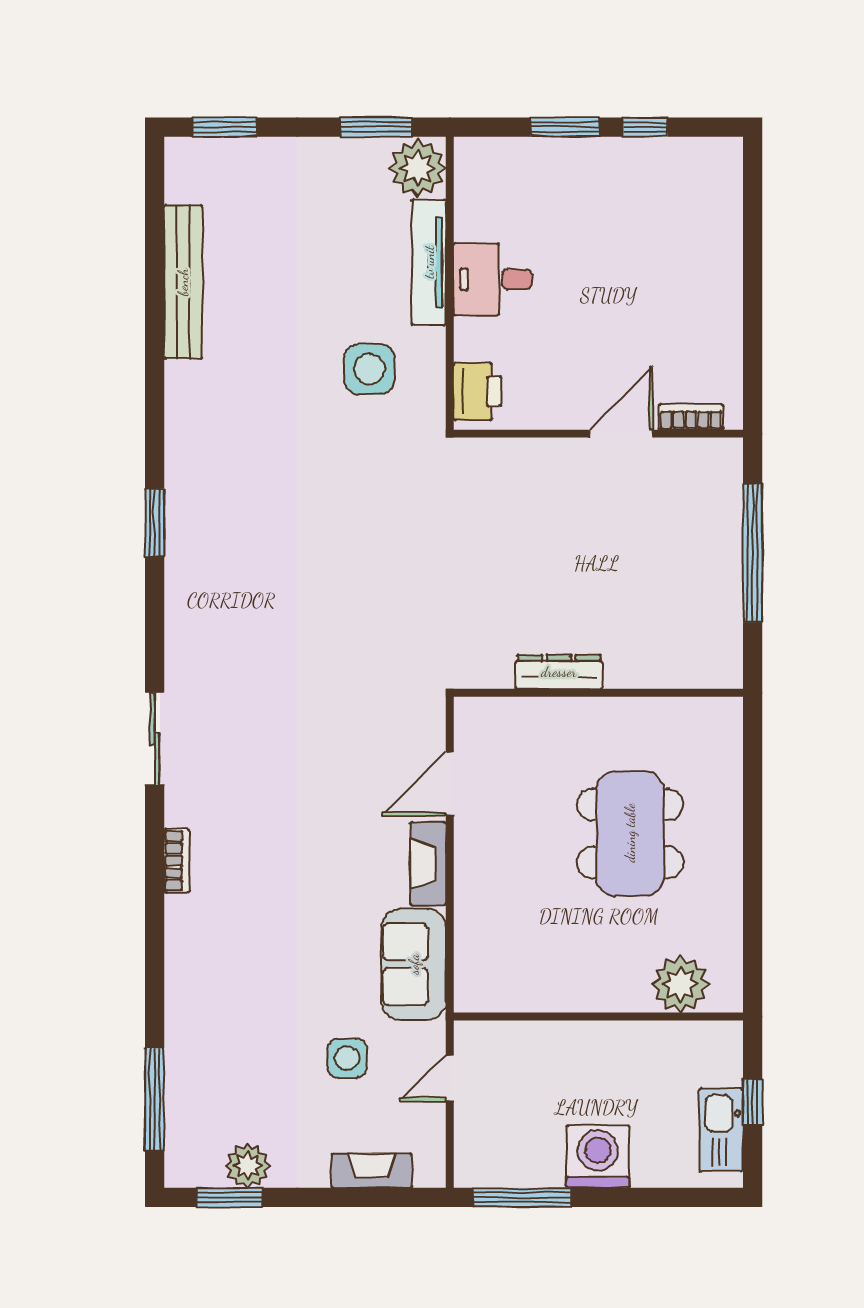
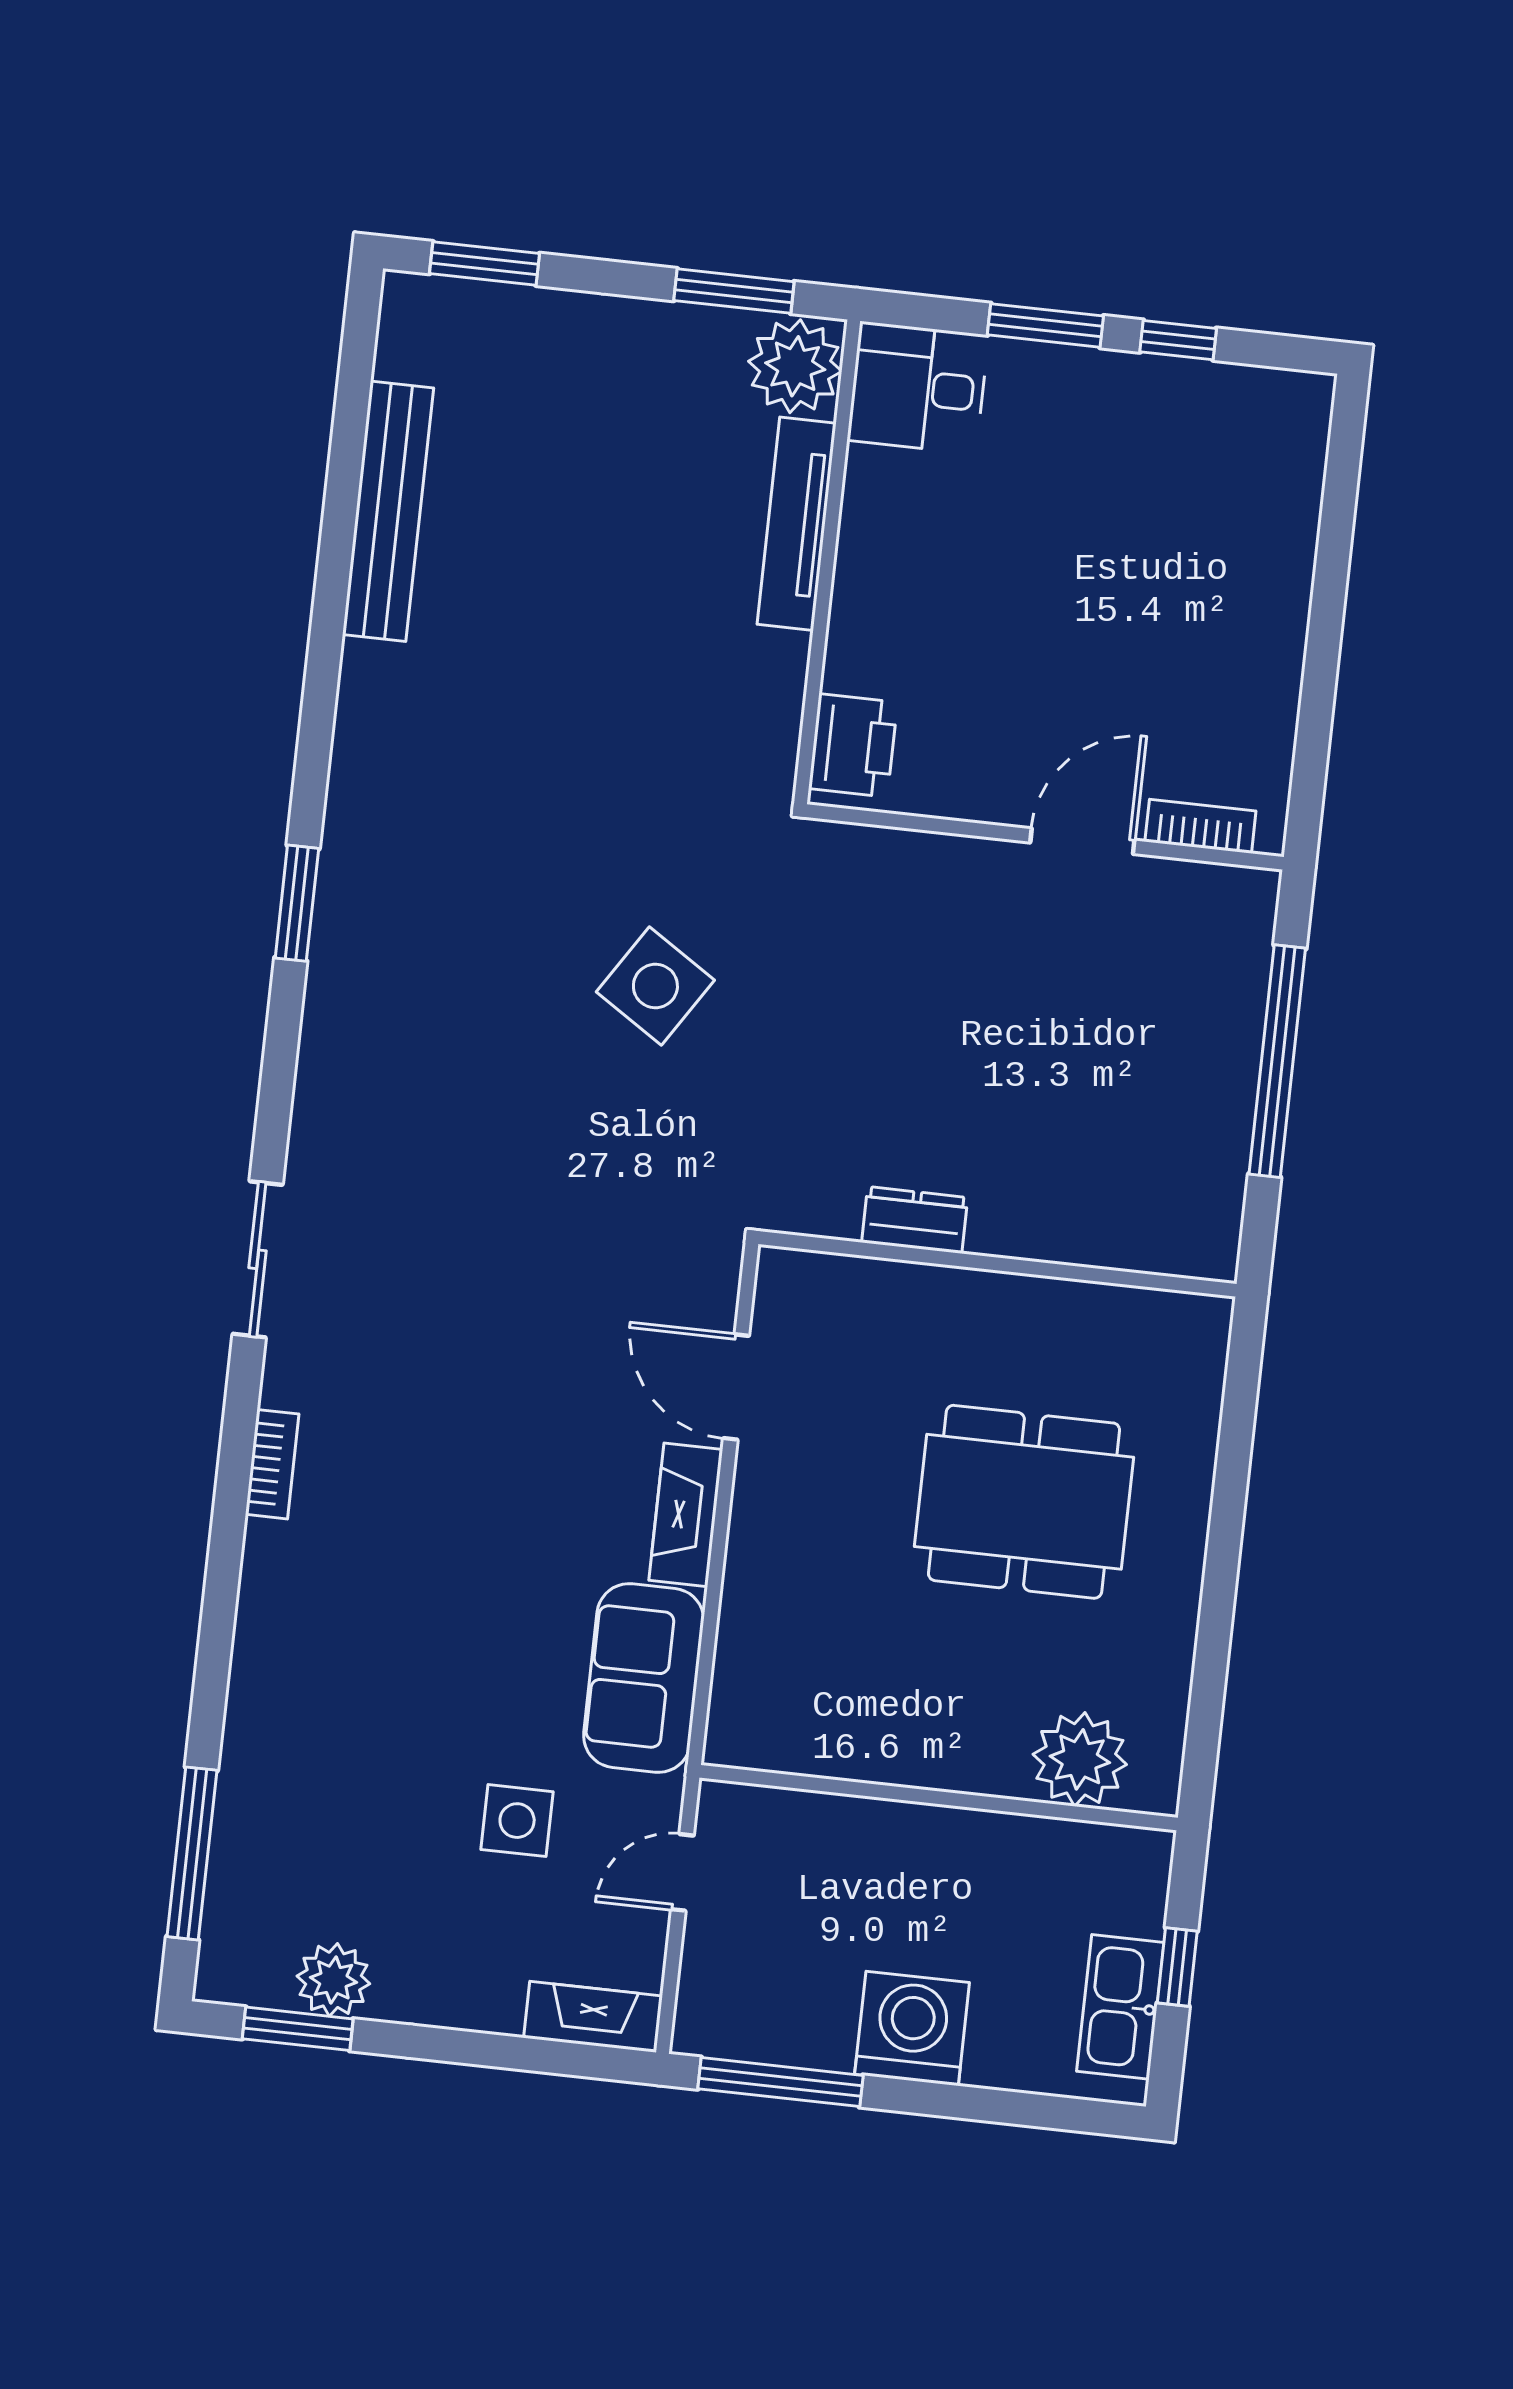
desk: (493, 279) -> (918, 388), moved
side table: (369, 369) -> (655, 986), moved, turned 33
dresser: (559, 672) -> (915, 1220), width x0.70
door: (450, 784) -> (736, 1387), hinge flipped
dining table: (630, 833) -> (1024, 1502), turned 90
fireplace: (372, 1171) -> (593, 2017), moved

